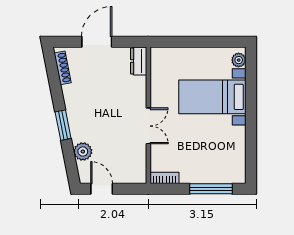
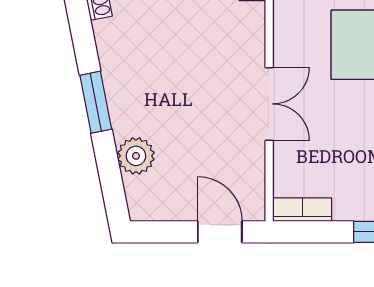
door: (102, 189) -> (220, 232), moved

